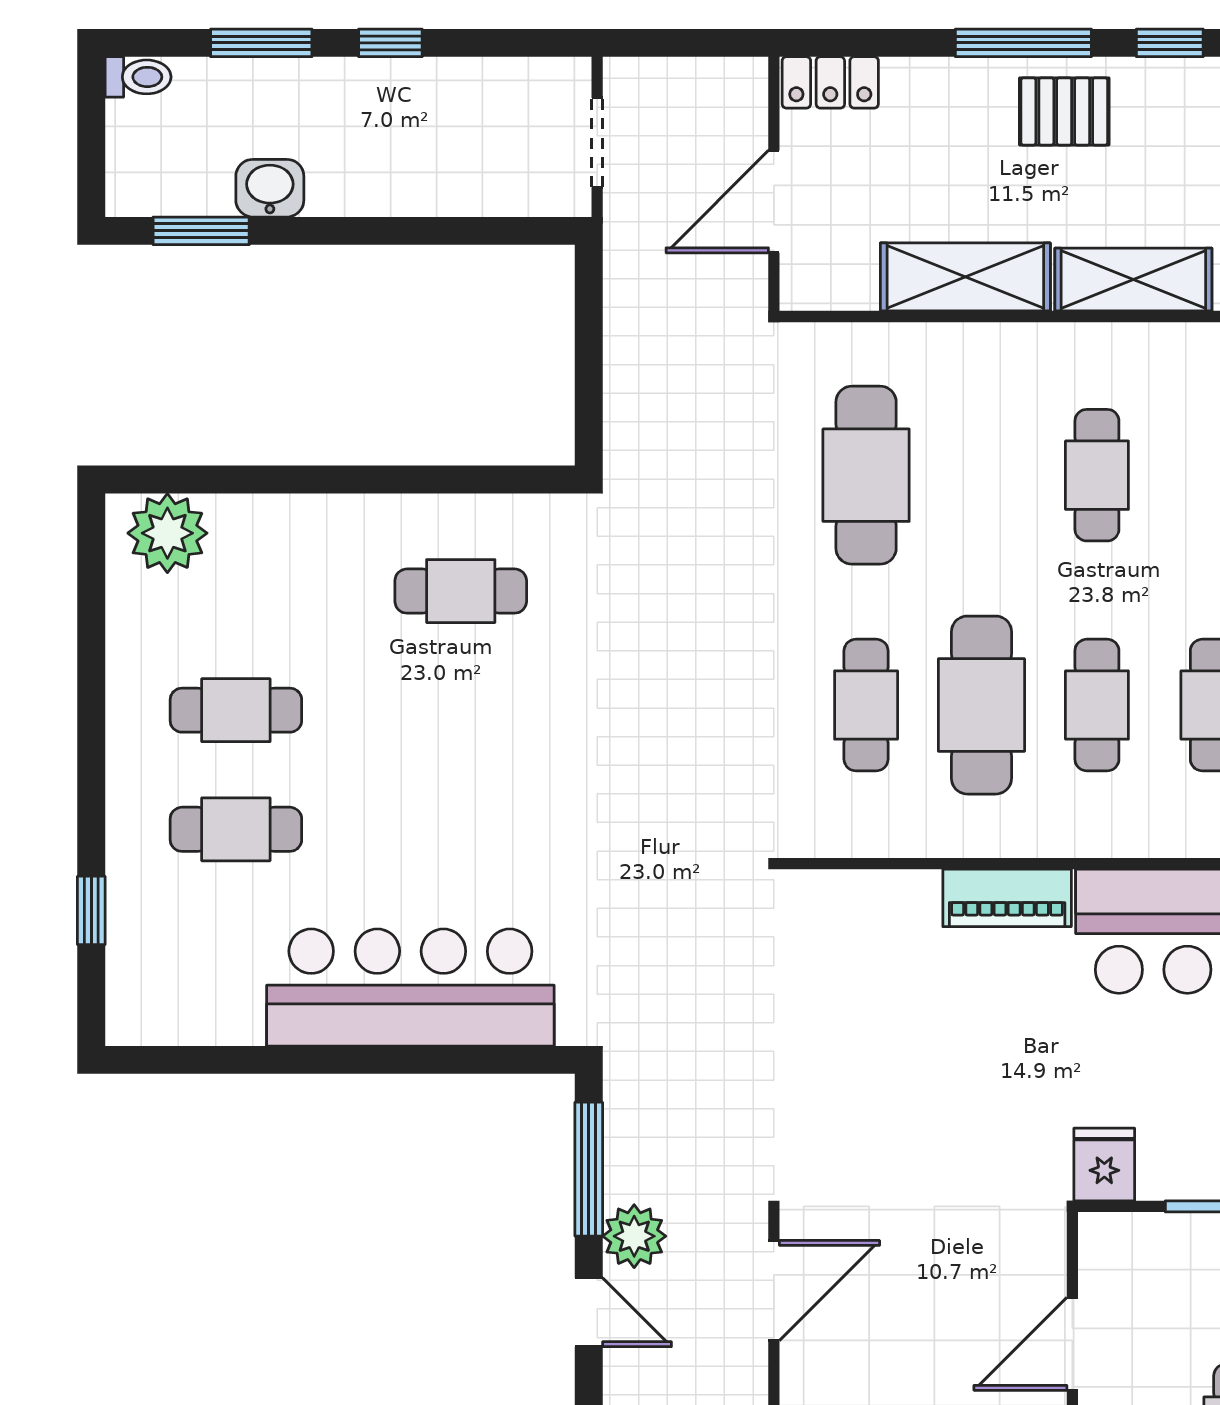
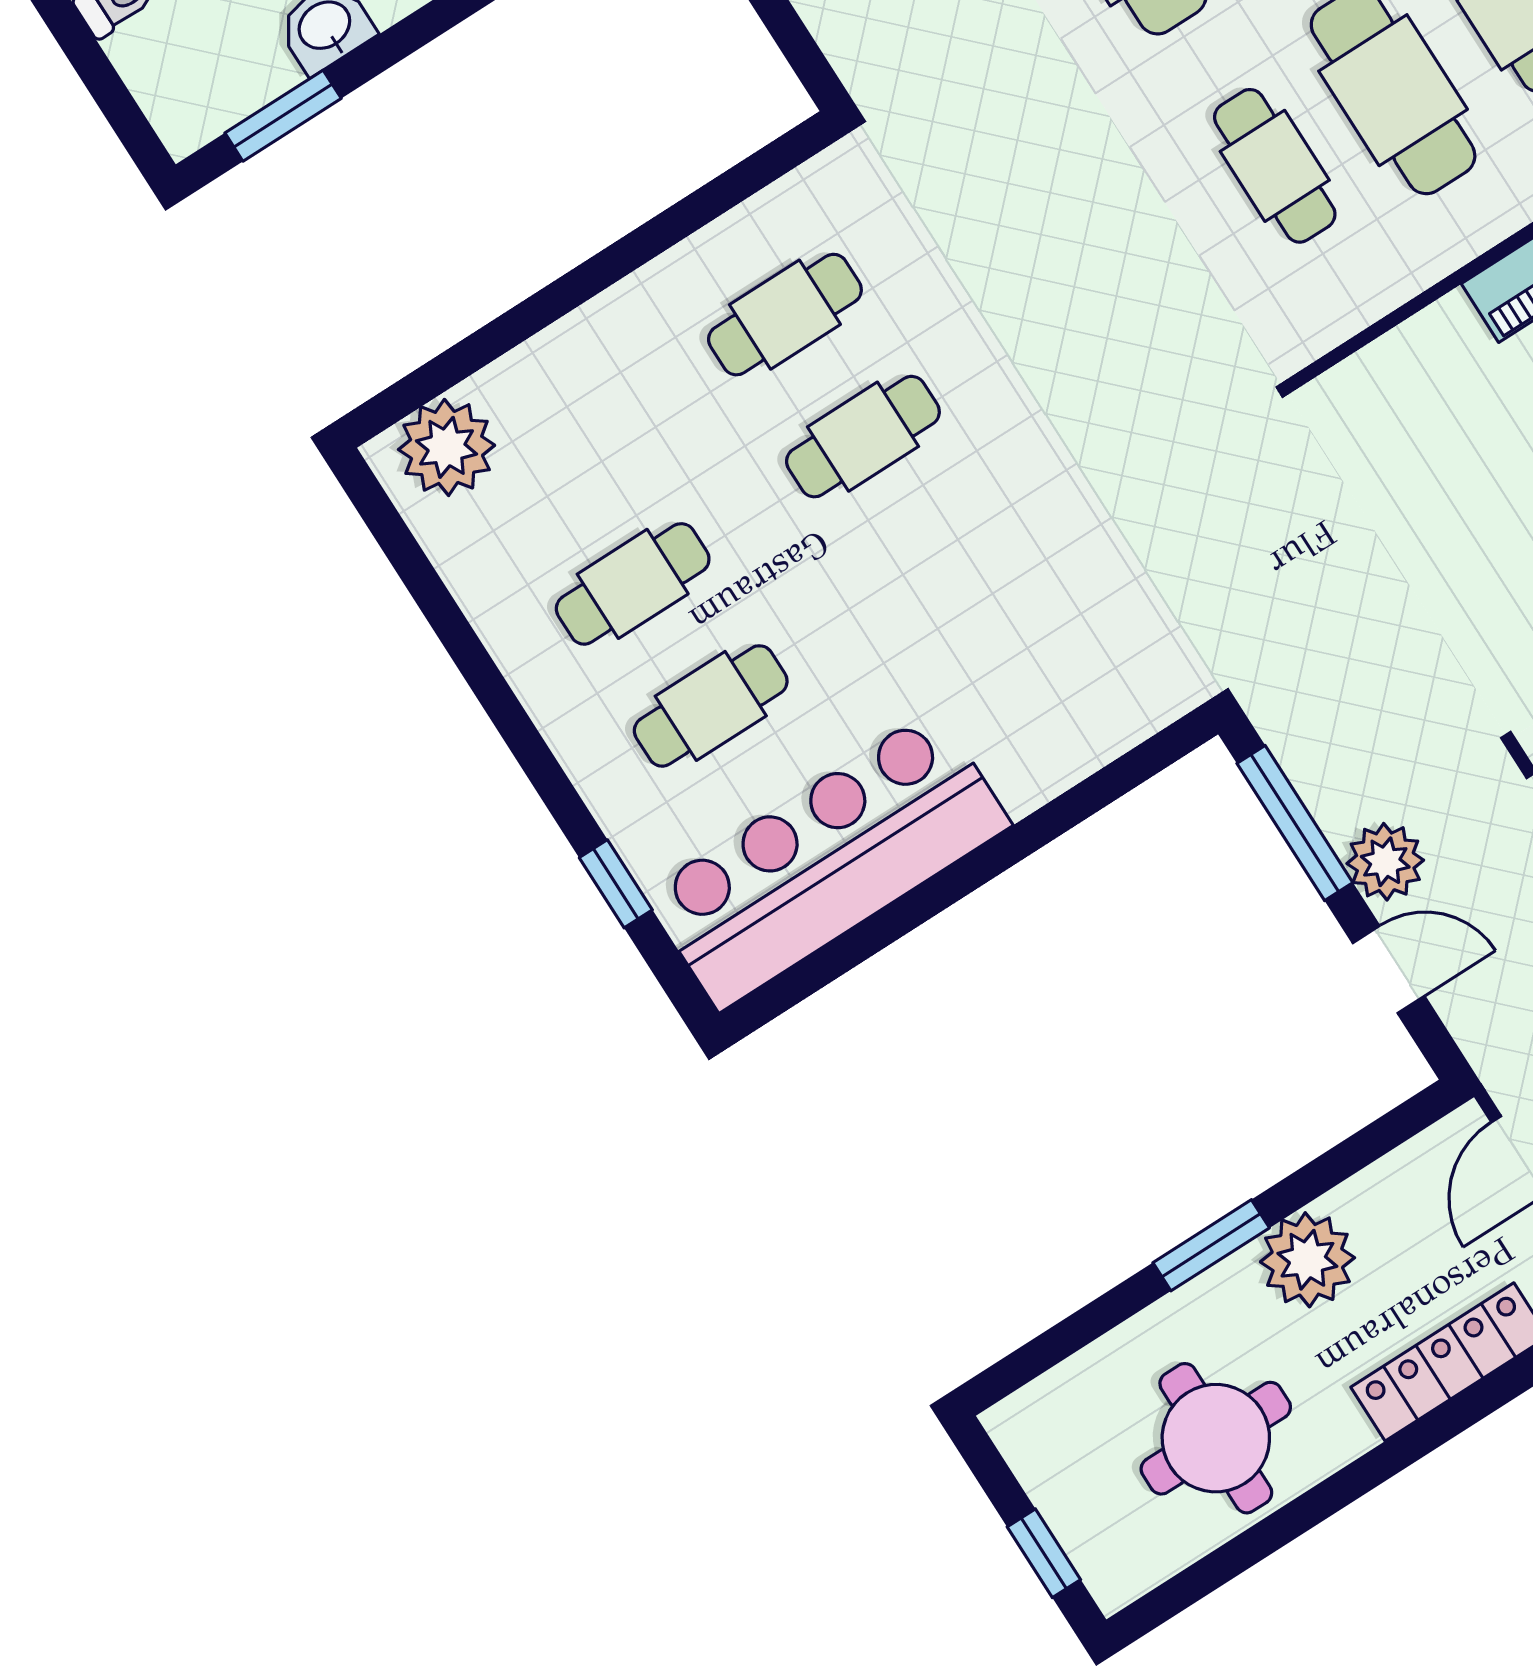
cafe table: (461, 710) -> (863, 437), added
bar counter: (410, 988) -> (828, 859), moved

